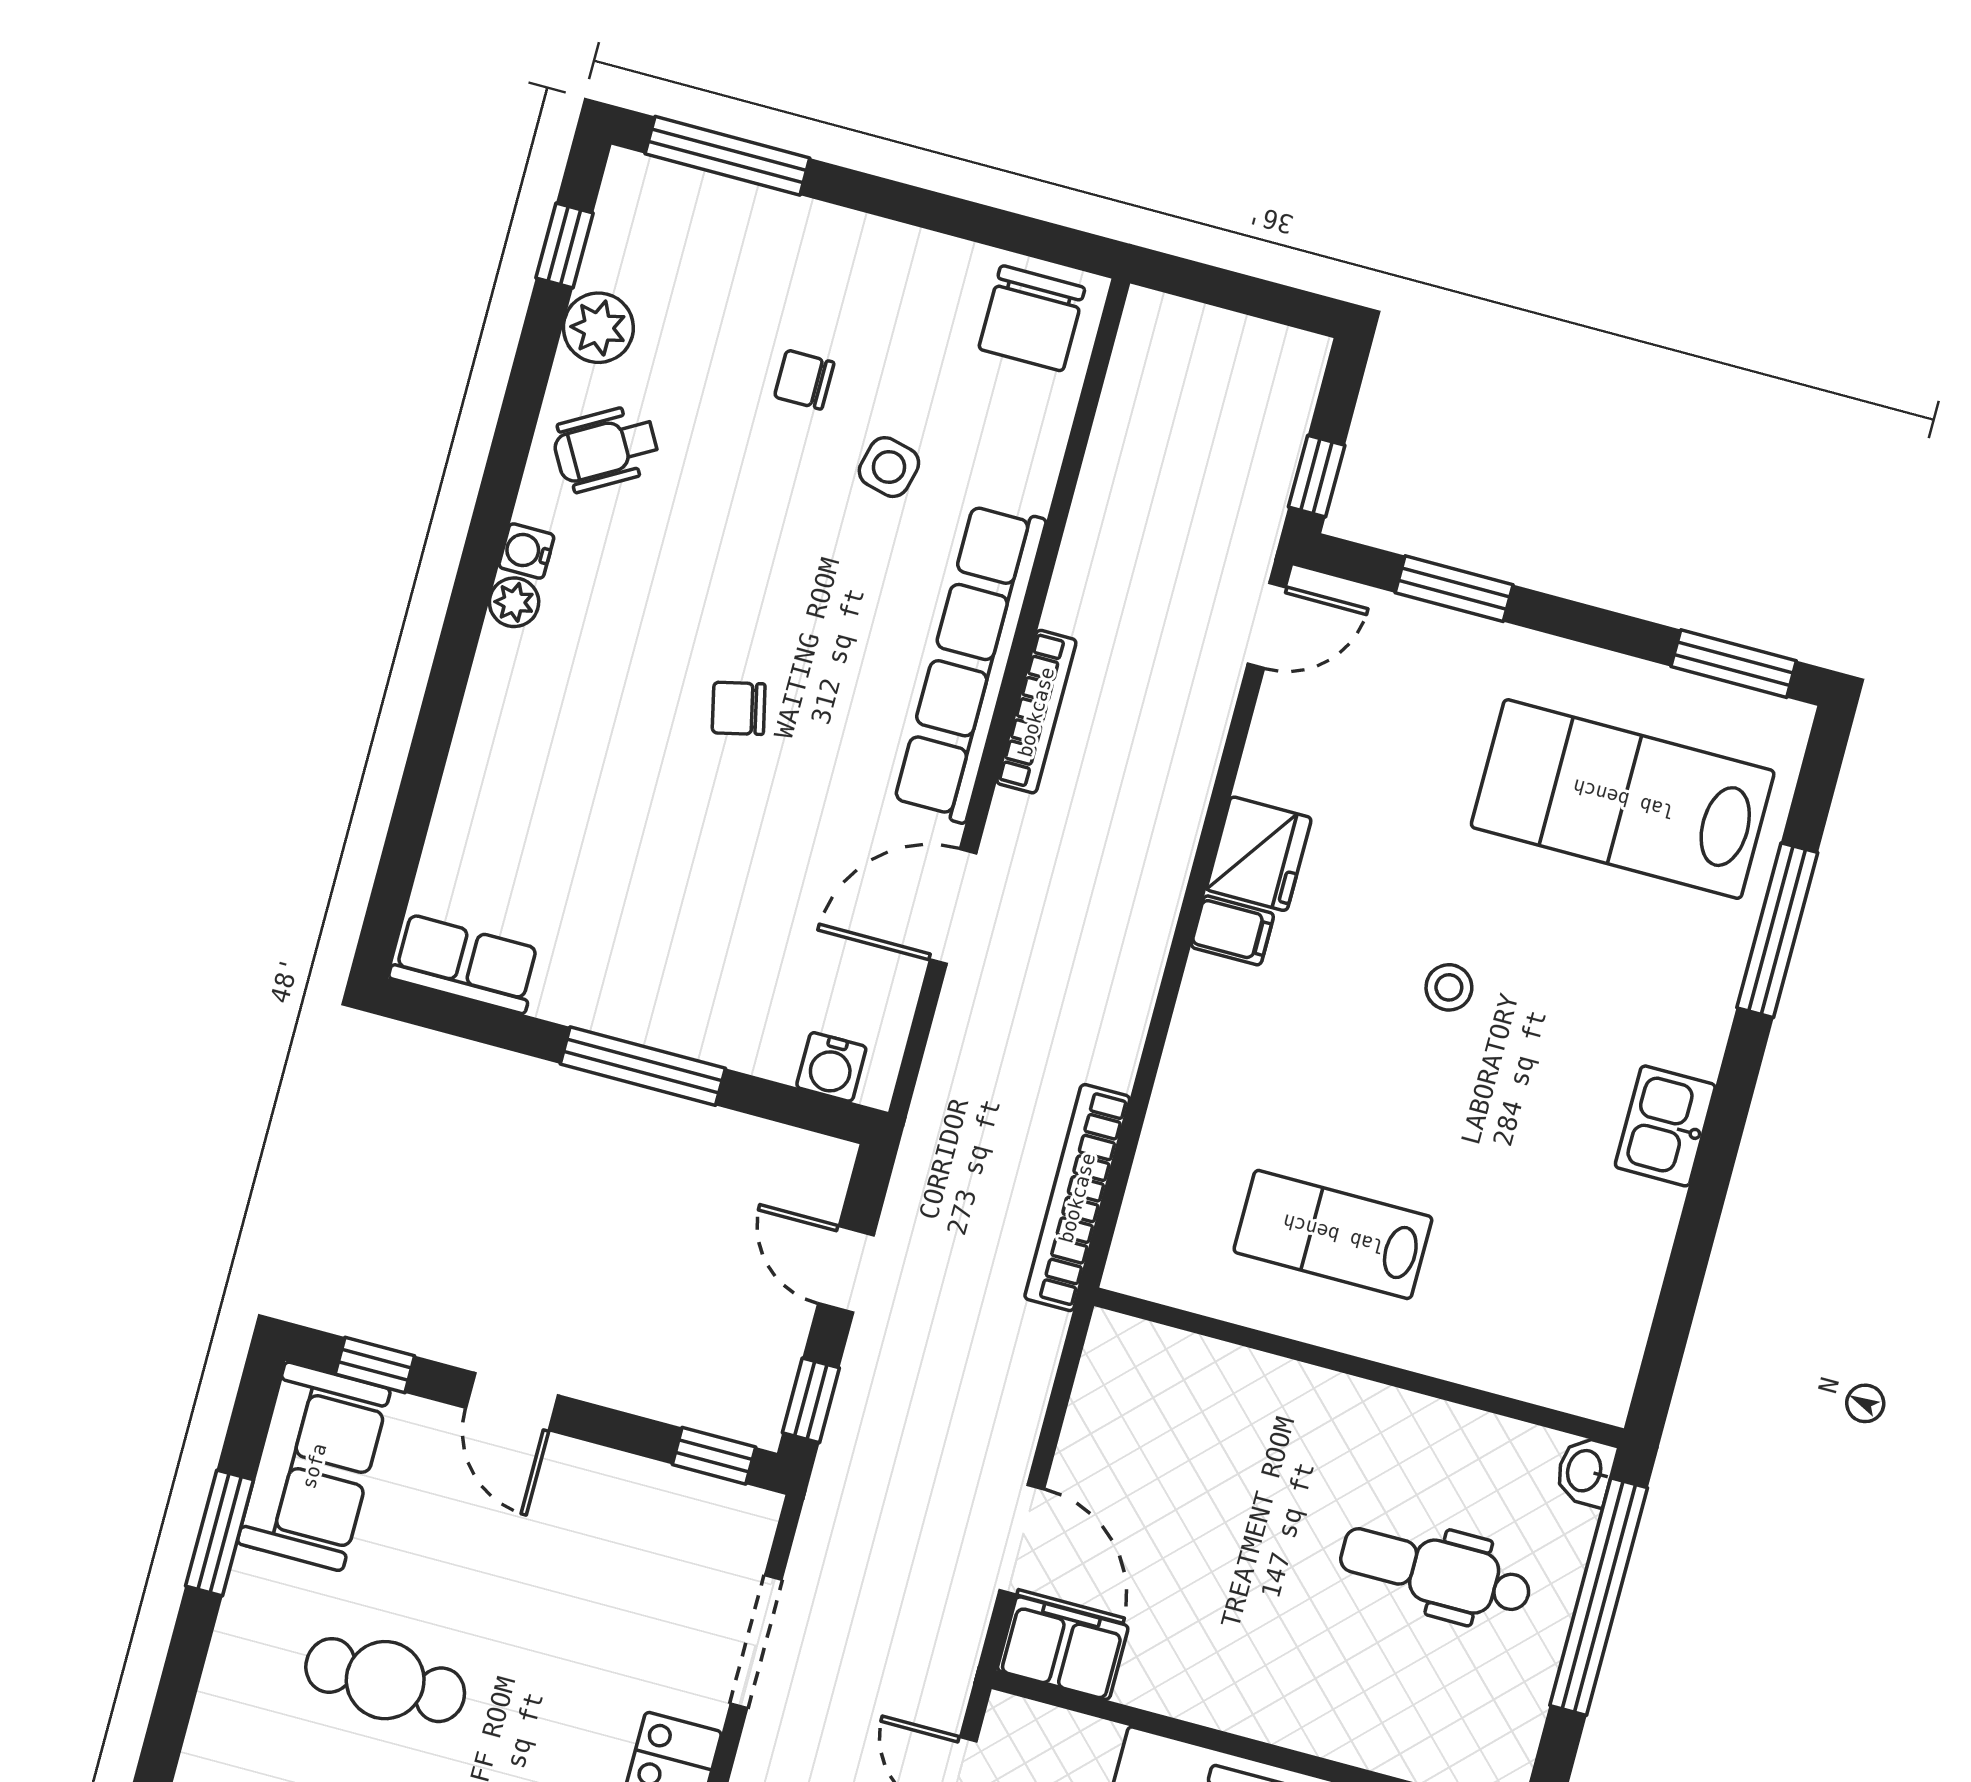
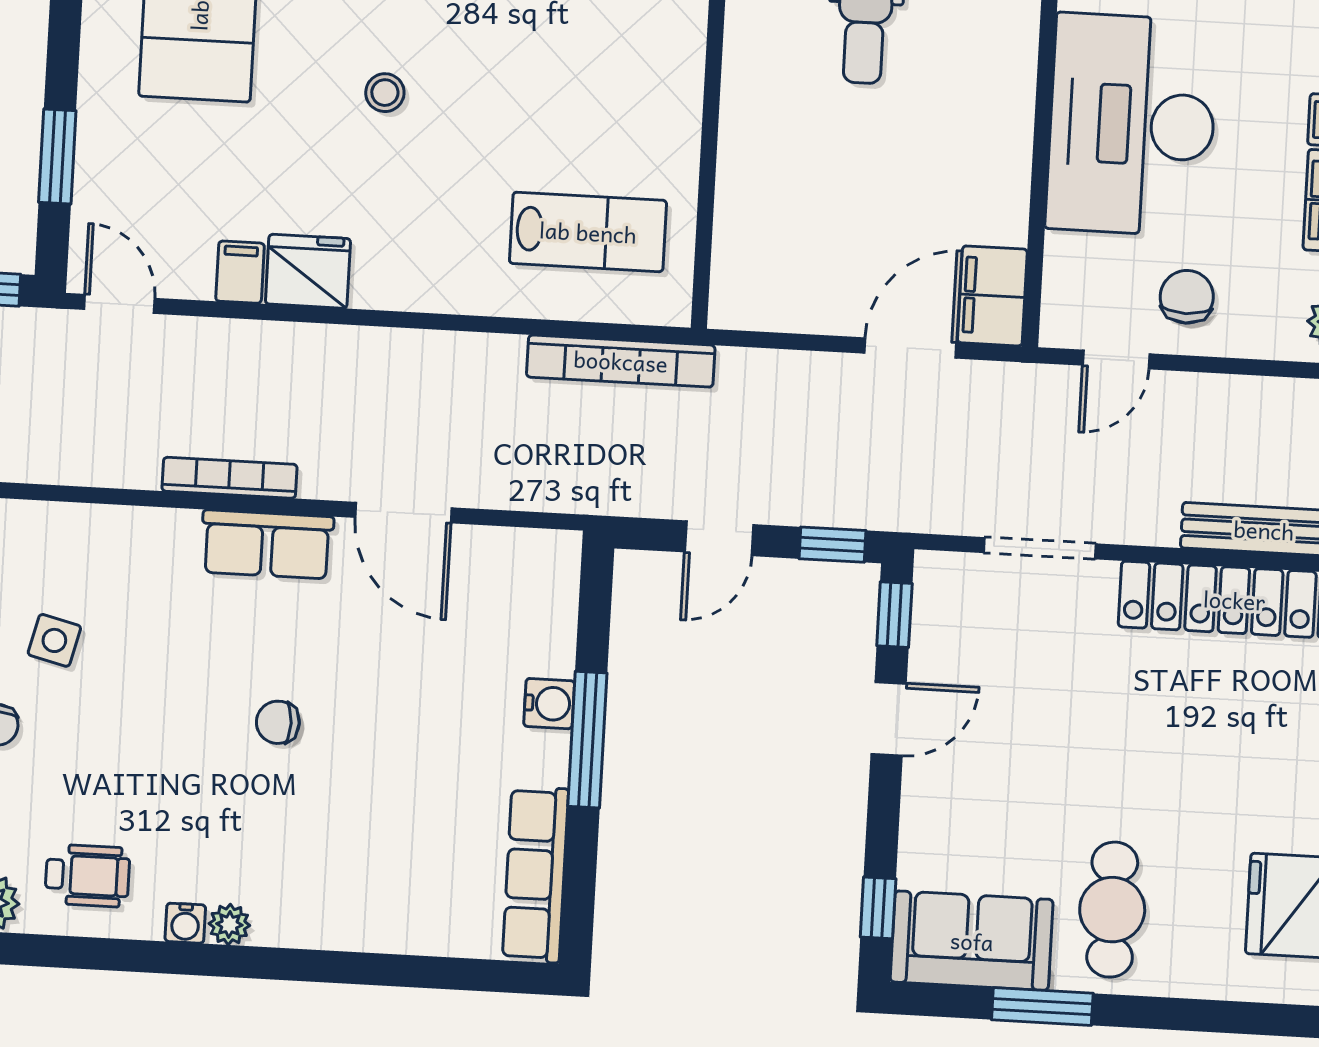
wheelchair: (606, 448) -> (87, 876), turned -60
row of seats: (970, 662) -> (267, 544), width x0.50
chair: (739, 708) -> (278, 722), turned 103
filing cabinet: (1232, 930) -> (240, 272), moved
row of seats: (465, 964) -> (535, 875), width x1.48
water cooler: (831, 1067) -> (549, 704), moved
lab bench: (1333, 1234) -> (588, 232), moved, turned -90
door: (512, 1402) -> (889, 719), moved
cafe table: (385, 1680) -> (1112, 910), moved

